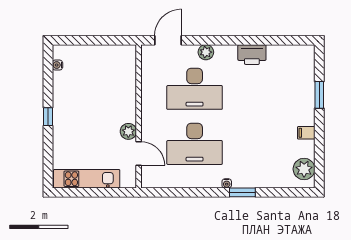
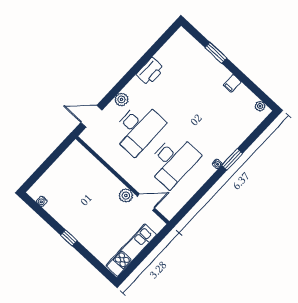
door: (168, 40) -> (91, 116), hinge flipped
plant: (304, 169) -> (260, 106), width x0.53, depth x0.53

